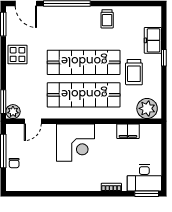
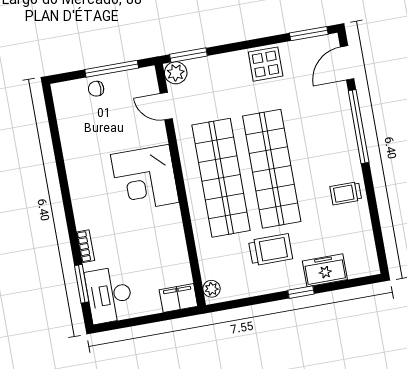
trolley: (134, 72) -> (271, 250), turned 180
plant: (147, 108) -> (212, 289), width x0.53, depth x0.53
filing cabinet: (128, 131) -> (178, 298), moved, turned 90
window: (147, 194) -> (82, 284), moved

